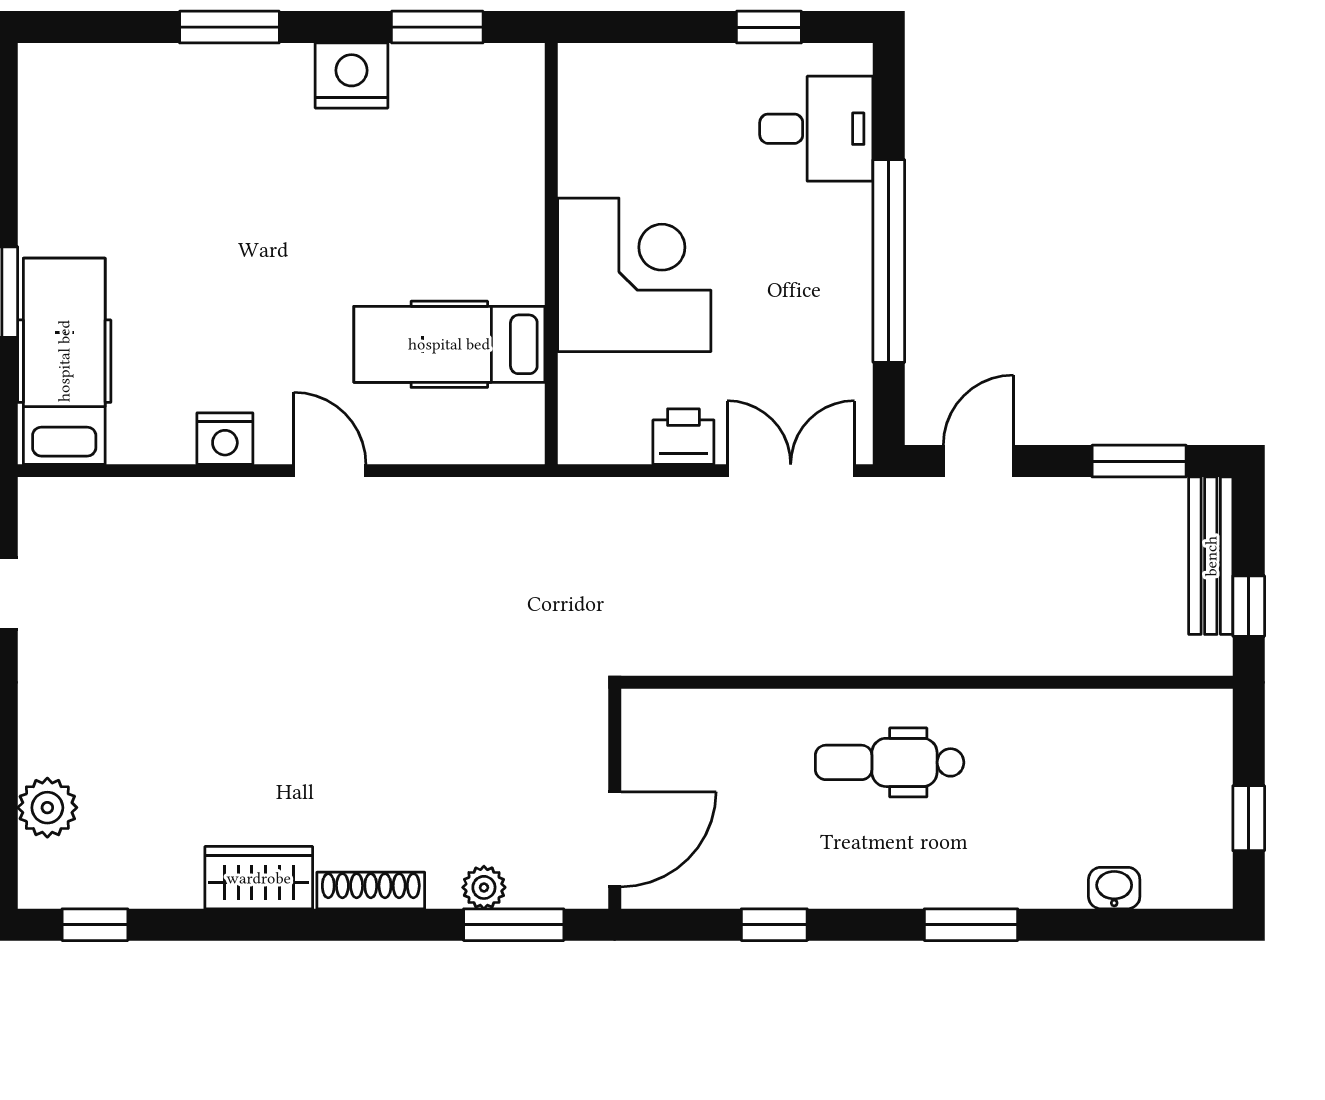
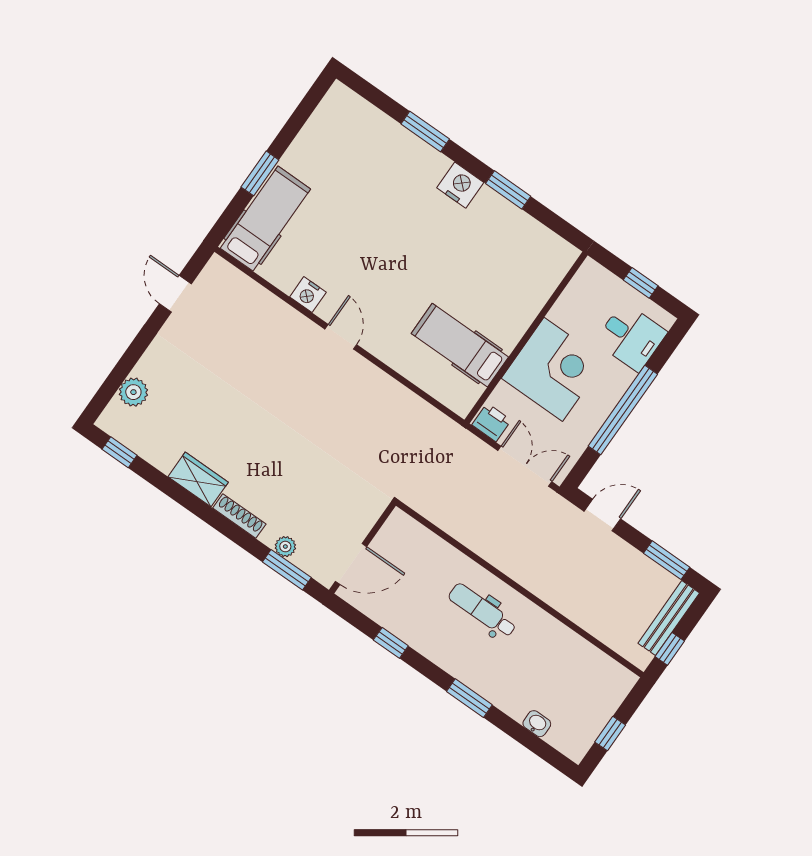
wall: (551, 254) -> (526, 338), moved
corner desk: (634, 275) -> (553, 369), moved
hospital bed: (449, 344) -> (460, 345), moved

